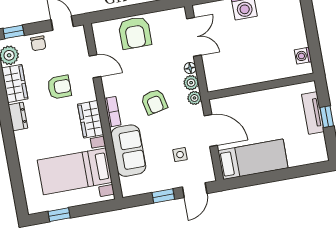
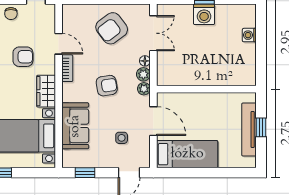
armchair: (135, 33) -> (112, 28), moved, turned 53
washing machine: (303, 56) -> (249, 35), moved
armchair: (154, 102) -> (107, 86), turned -87
bookcase: (113, 112) -> (67, 68), moved
tv unit: (313, 113) -> (249, 129), width x1.41
window: (163, 196) -> (85, 173), moved

